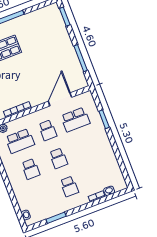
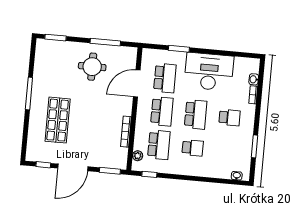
round table: (56, 57) -> (92, 67), added
door: (60, 99) -> (137, 83), hinge flipped
school desk: (48, 130) -> (162, 111), width x1.85
desk: (98, 152) -> (209, 72), added
school desk: (58, 158) -> (196, 114), width x1.85

